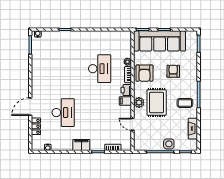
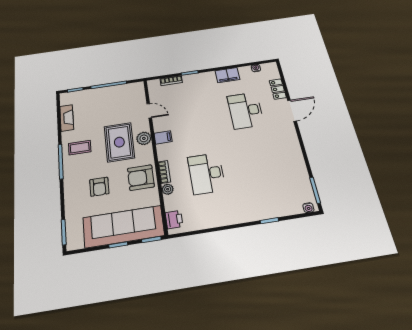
armchair: (144, 73) -> (141, 178), turned -90
printer: (126, 90) -> (174, 219), moved
side table: (169, 144) -> (98, 95), removed
filing cabinet: (81, 145) -> (227, 75), moved

